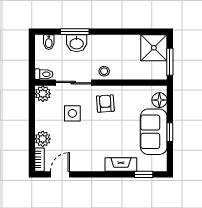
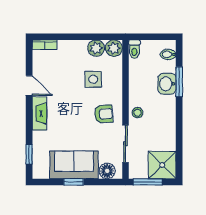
sliding door: (73, 83) -> (125, 144), moved
plant: (43, 139) -> (96, 48), moved
fireplace: (121, 165) -> (39, 113), moved
door: (60, 174) -> (29, 86), moved

